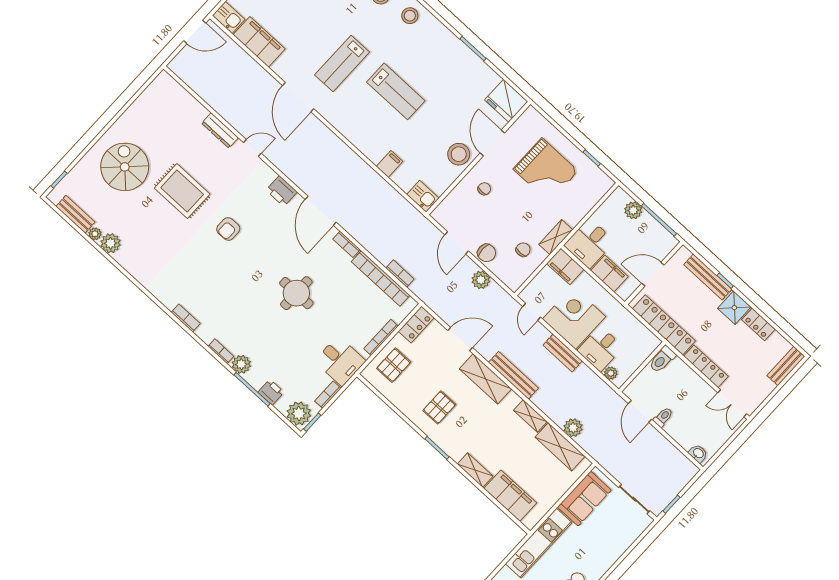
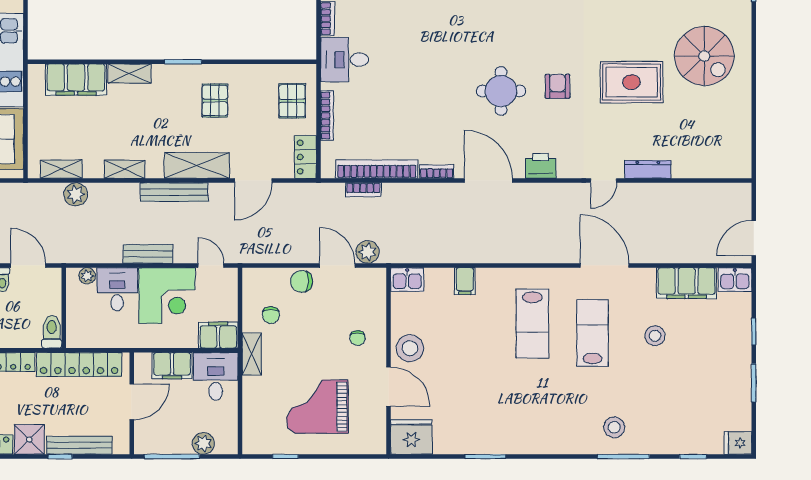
stool: (410, 16) -> (655, 336), moved
lab bench: (396, 91) -> (532, 324), moved, turned -90
plant: (481, 280) -> (367, 252), moved
round table: (296, 293) -> (501, 91), moved
shelving: (560, 447) -> (61, 169), width x0.67, depth x0.75

